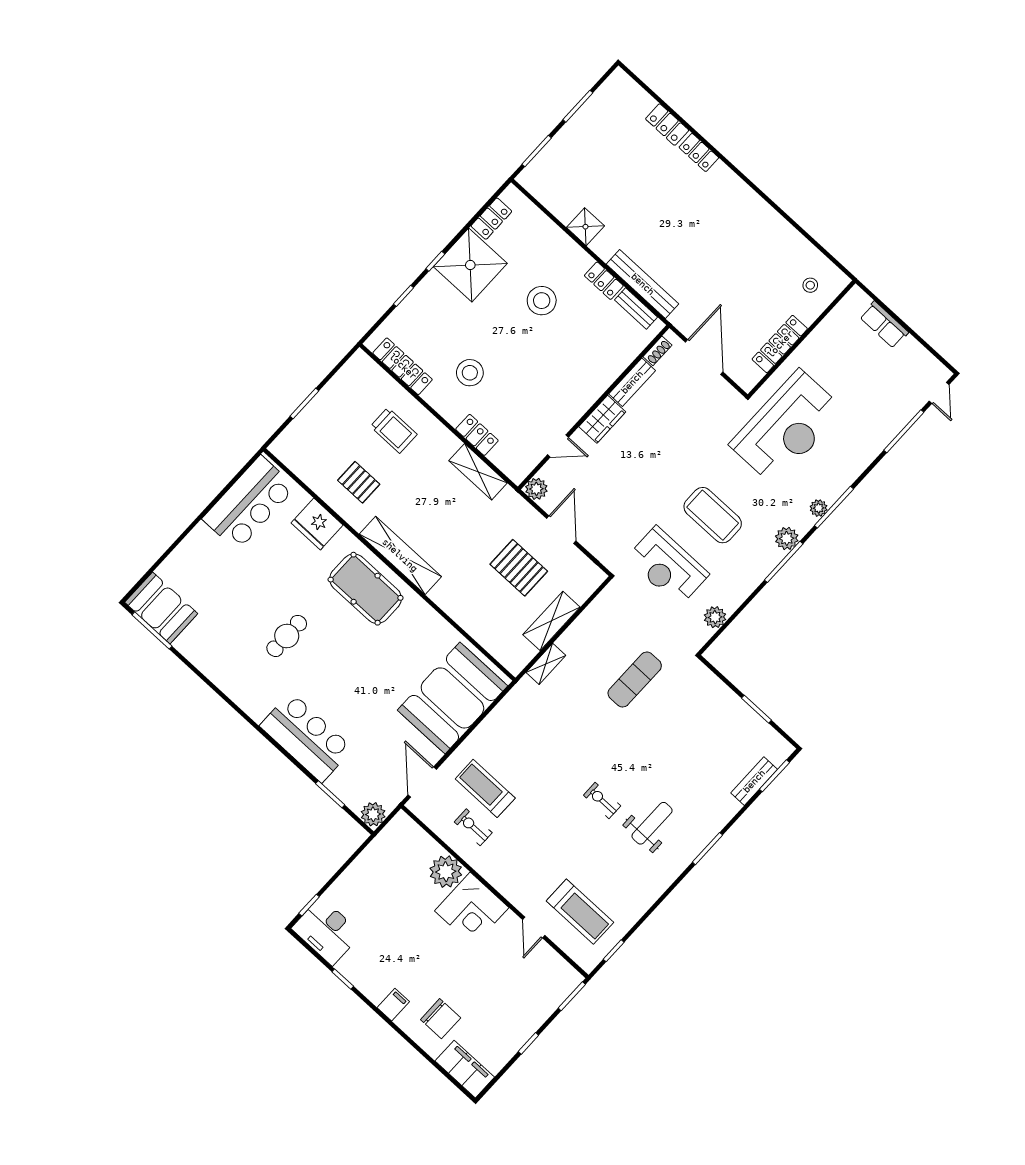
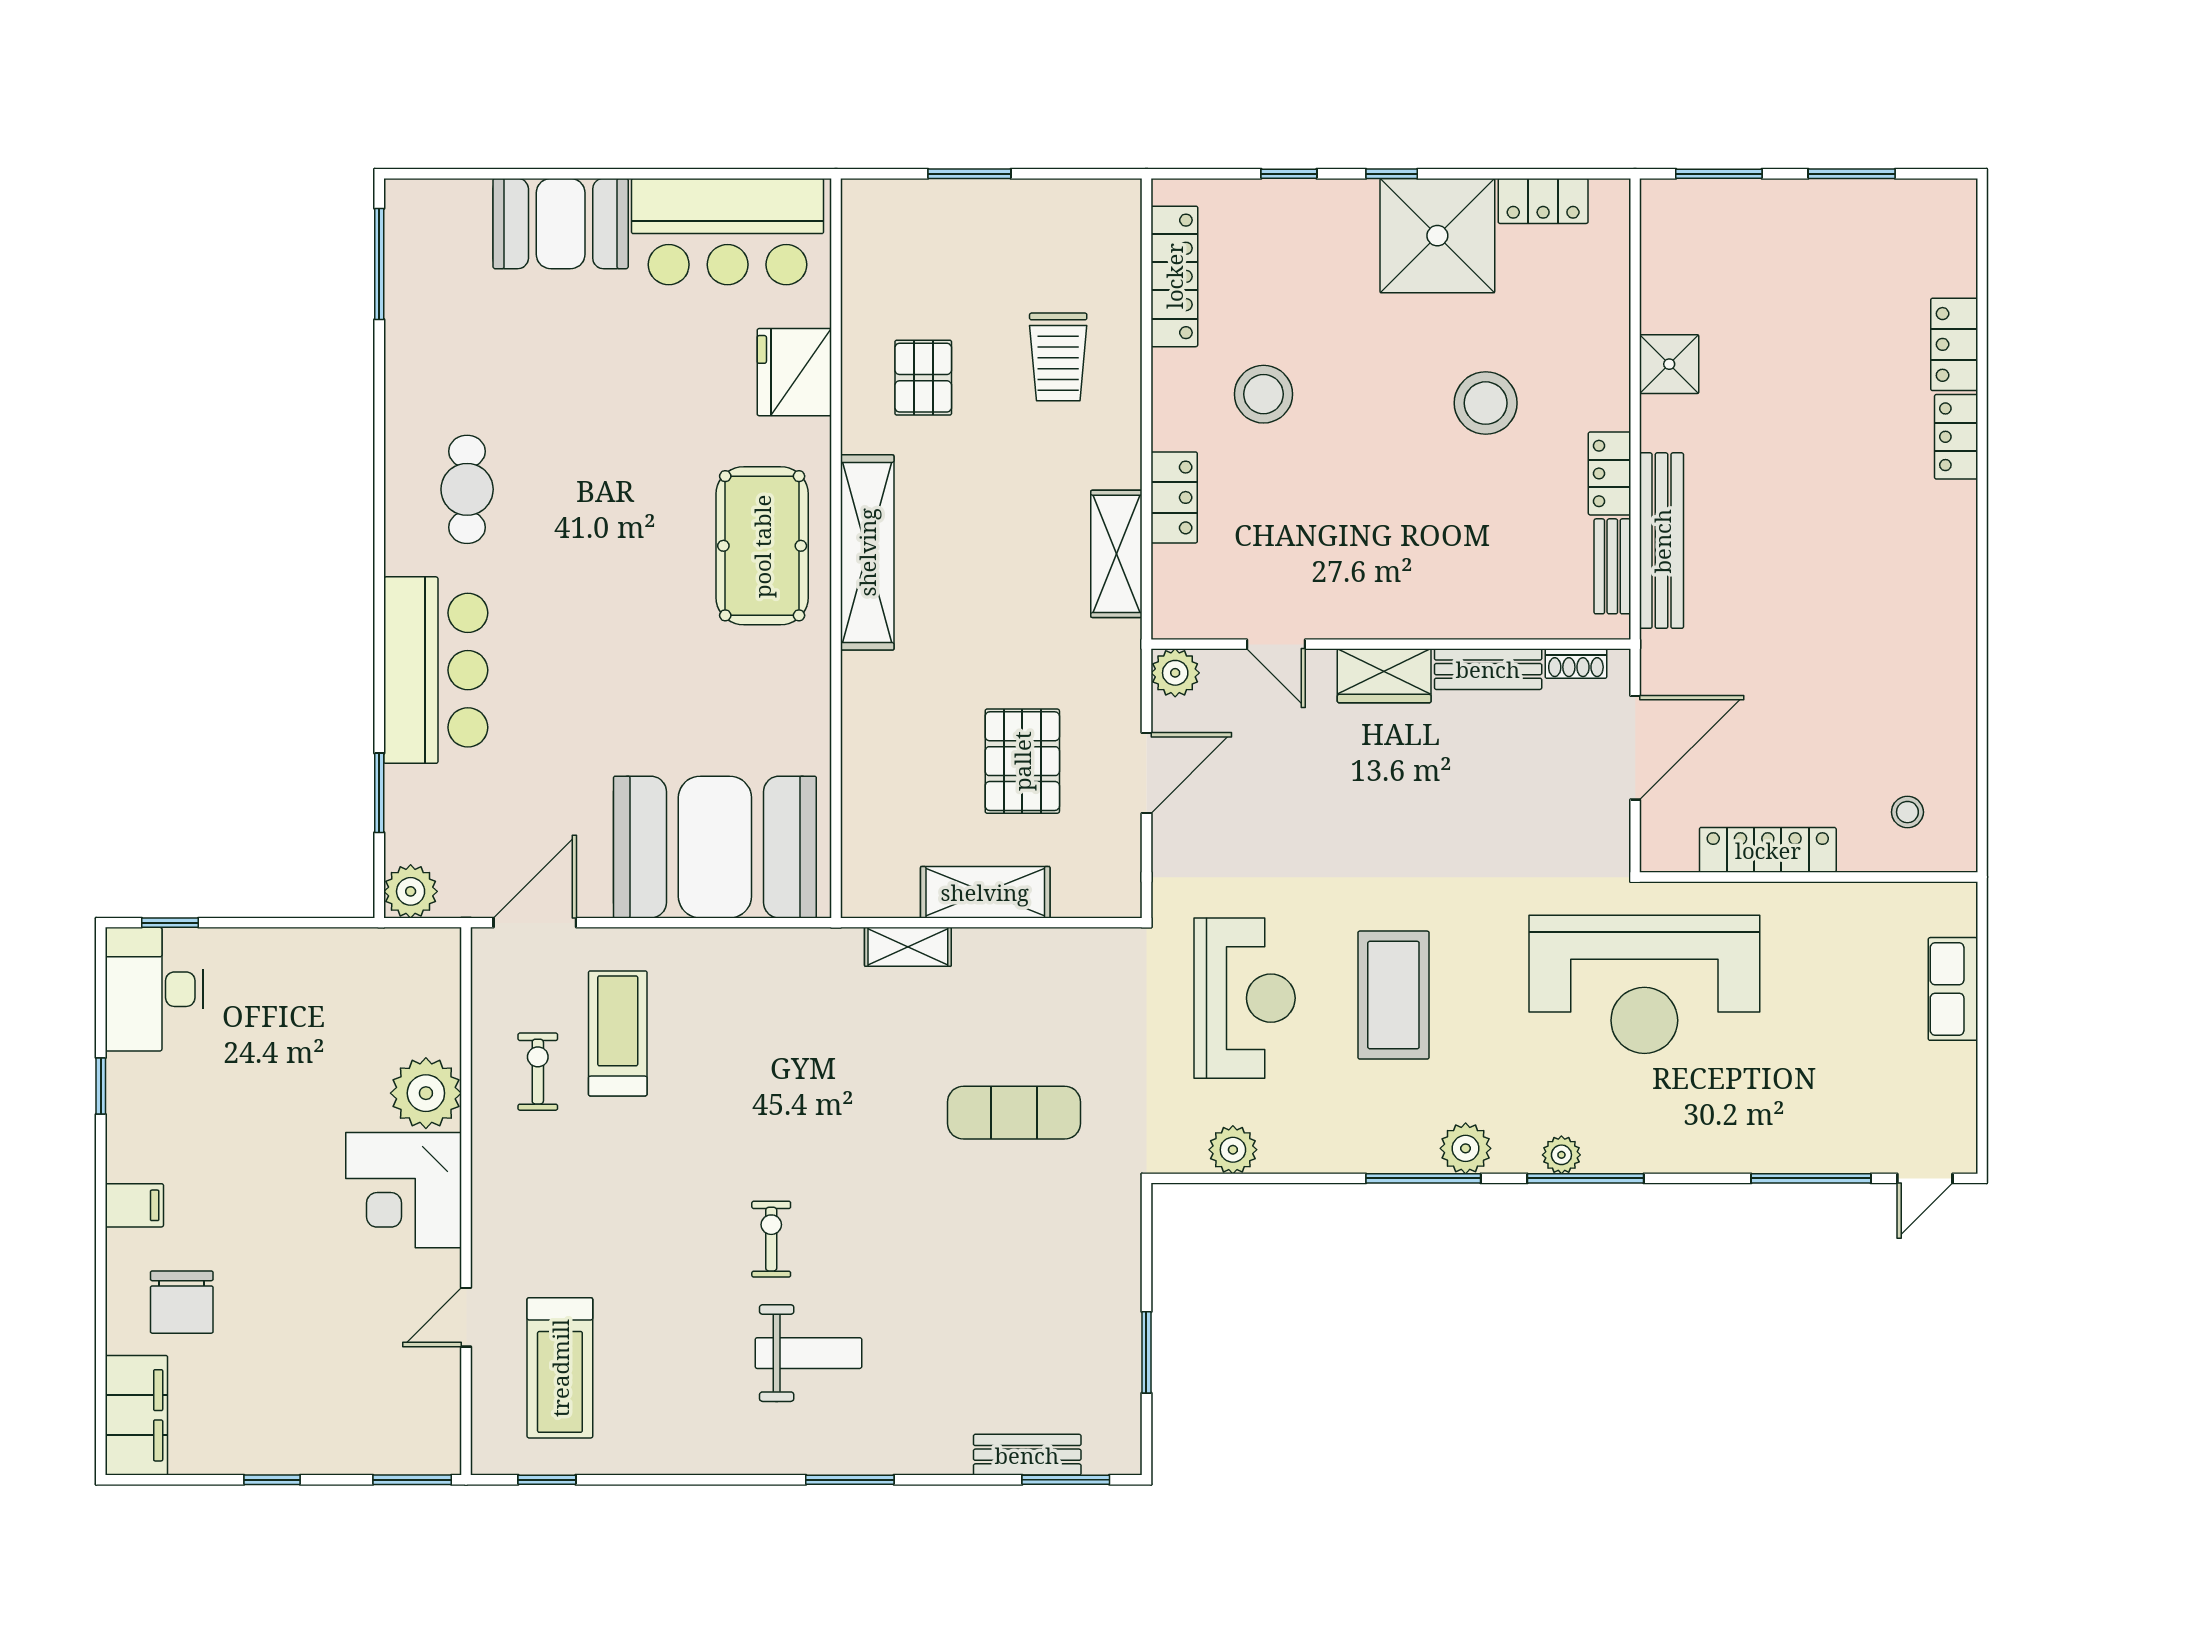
reception desk: (668, 566) -> (1245, 998), turned 180
booth: (161, 608) -> (561, 224), moved, turned 90
cafe table: (287, 636) -> (467, 489), moved, turned 90

